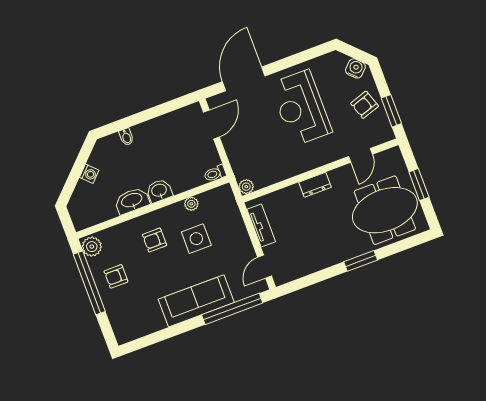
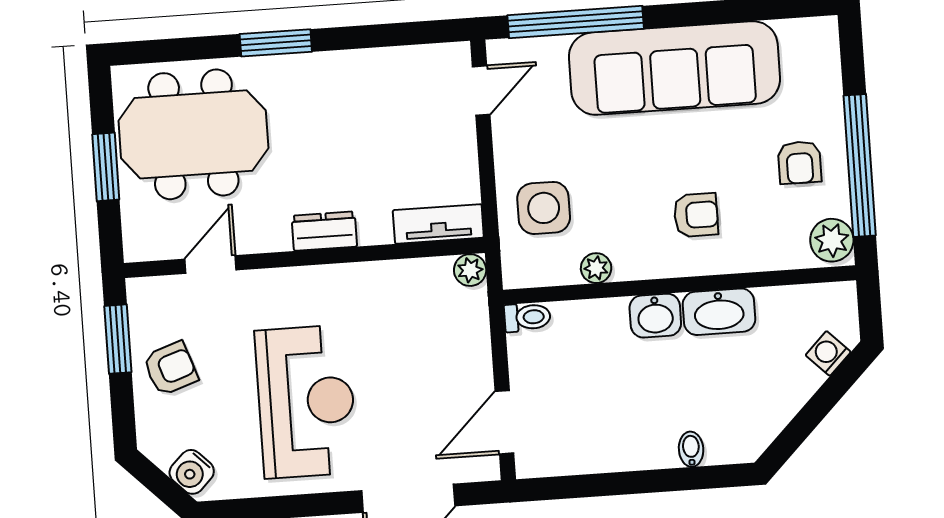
water cooler: (355, 68) -> (192, 472), moved
washing machine: (89, 174) -> (828, 353), moved
tv unit: (261, 226) -> (438, 224), moved, turned 90
side table: (196, 239) -> (544, 208), moved
armchair: (116, 276) -> (800, 163), turned 90
sofa: (196, 301) -> (674, 68), width x1.36, depth x1.27

